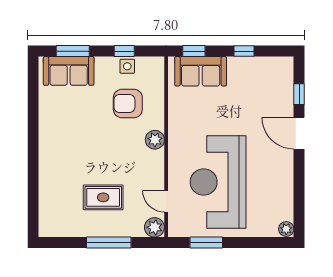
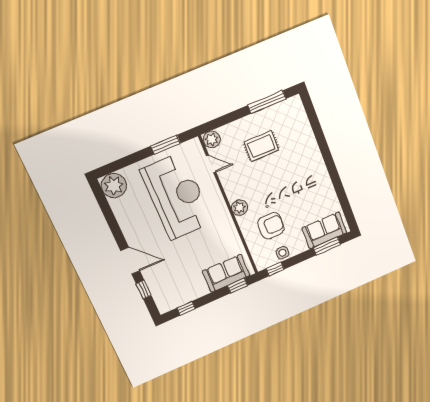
window: (124, 51) -> (275, 269), moved
window: (244, 51) -> (186, 308), moved
plant: (286, 229) -> (114, 186), width x1.87, depth x1.87
window: (109, 243) -> (267, 102), moved

